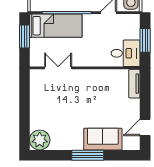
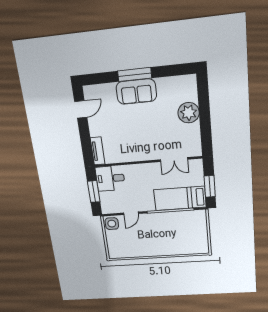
sofa: (103, 139) -> (136, 92), moved
plant: (40, 140) -> (189, 113), moved

